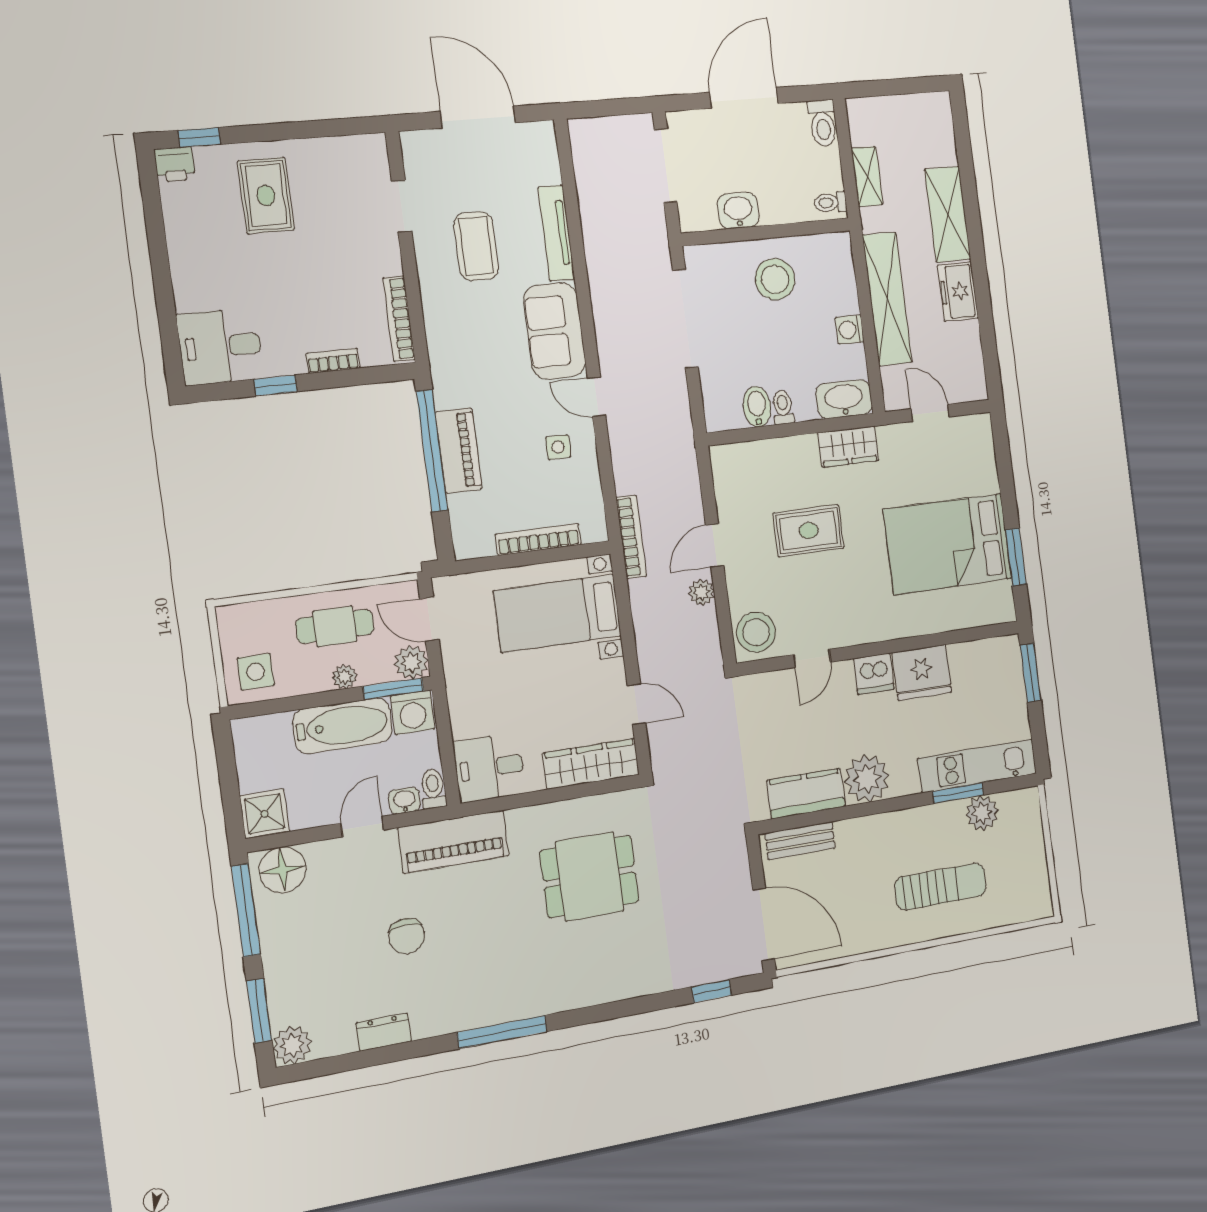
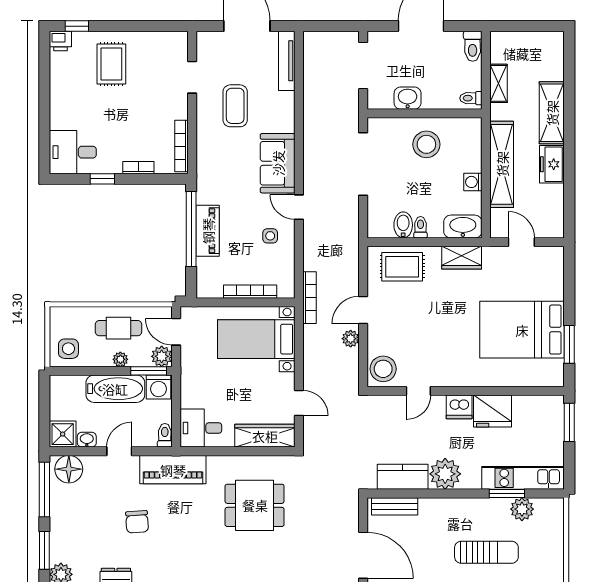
tv unit: (556, 233) -> (287, 61), moved
rug: (809, 531) -> (402, 267), moved
washbasin: (404, 801) -> (87, 440), moved

